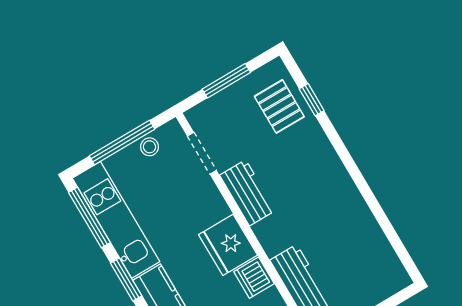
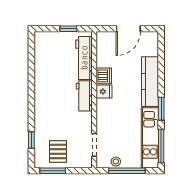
window: (226, 81) -> (53, 171), moved
pallet: (279, 106) -> (58, 151), moved
workbench: (248, 193) -> (84, 96), moved
fridge: (228, 245) -> (104, 92), width x0.53, depth x0.75

